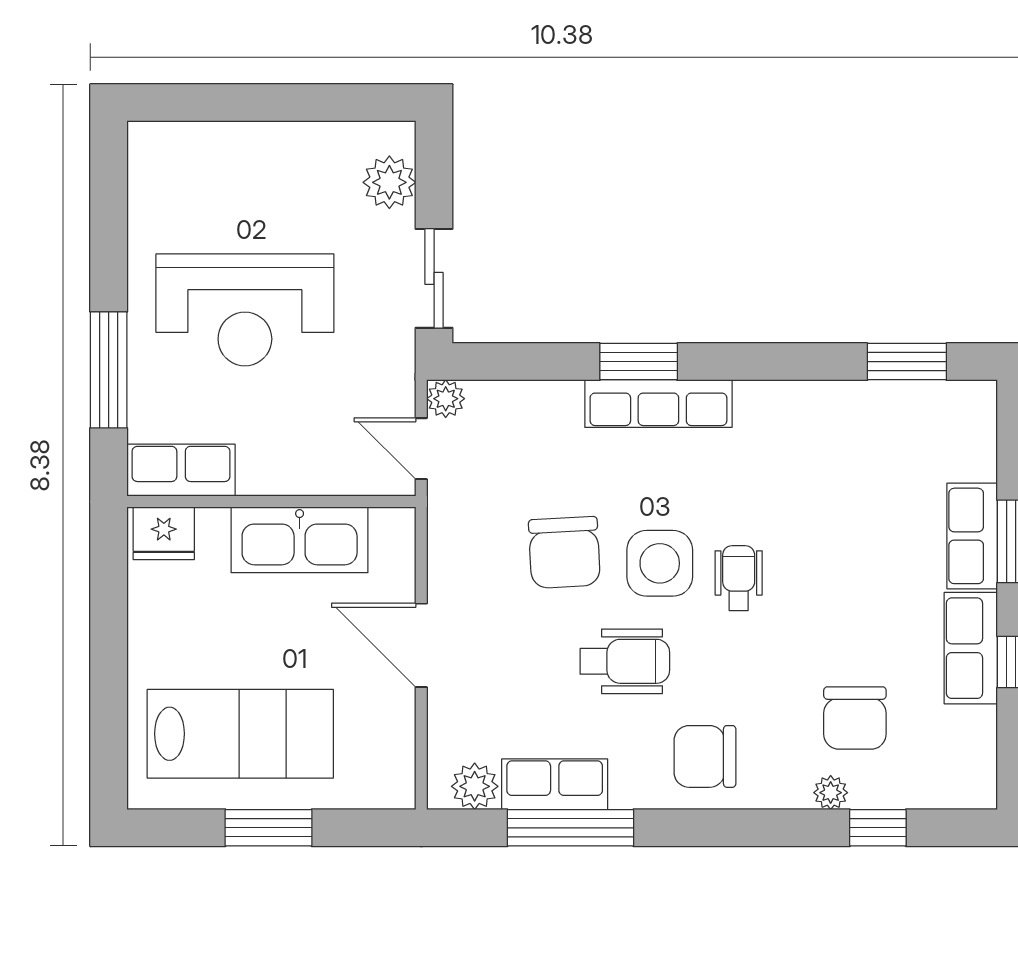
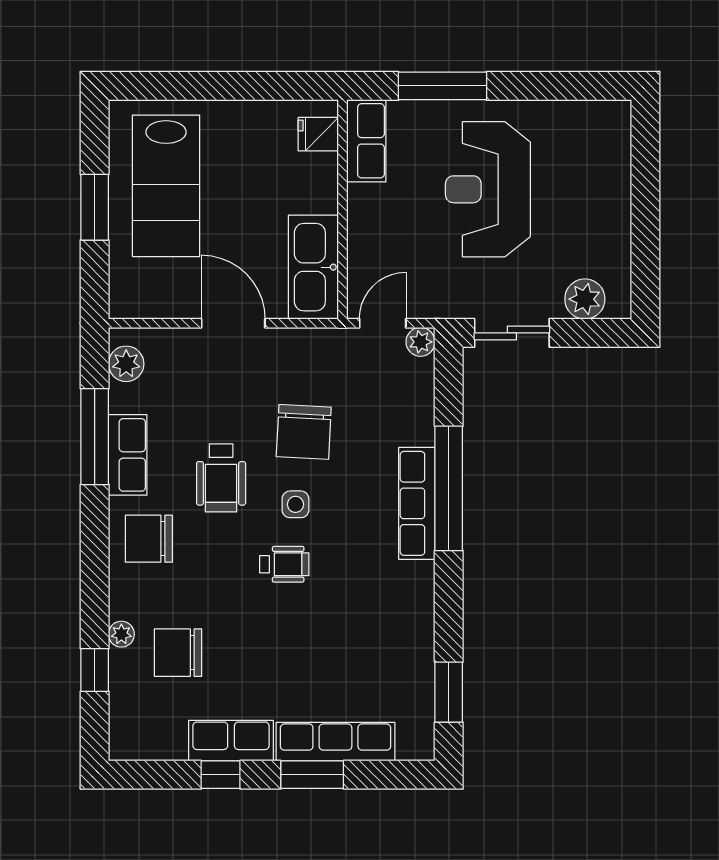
window: (639, 362) -> (449, 488), width x2.11
fridge: (164, 533) -> (318, 134), width x0.72
row of seats: (972, 536) -> (335, 742), width x1.48
kitchen sink: (300, 540) -> (313, 267), moved
chair: (564, 552) -> (304, 432), turned -84
side table: (660, 563) -> (295, 504), width x0.54, depth x0.54
door: (421, 645) -> (233, 323), hinge flipped
chair: (705, 756) -> (149, 539), turned -90
row of seats: (555, 784) -> (128, 455), moved

